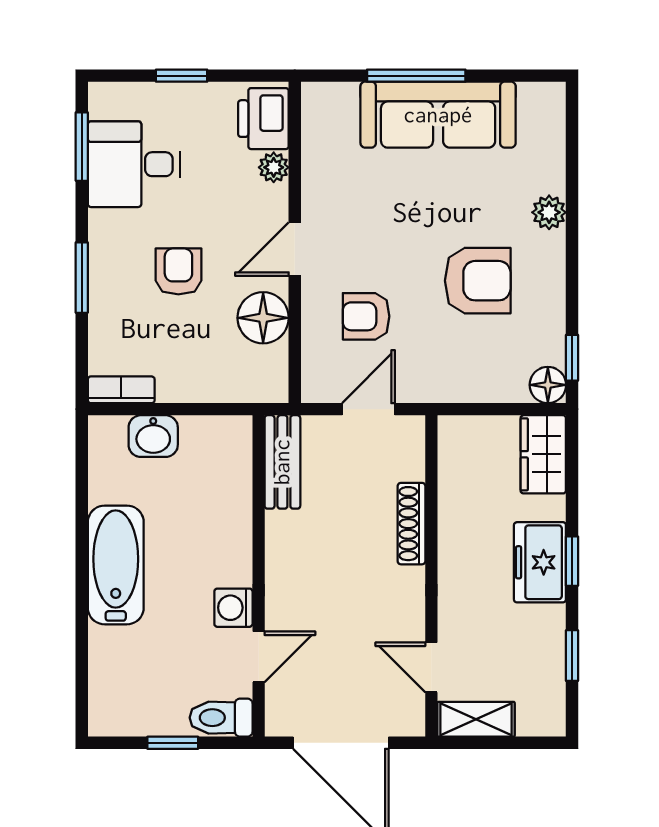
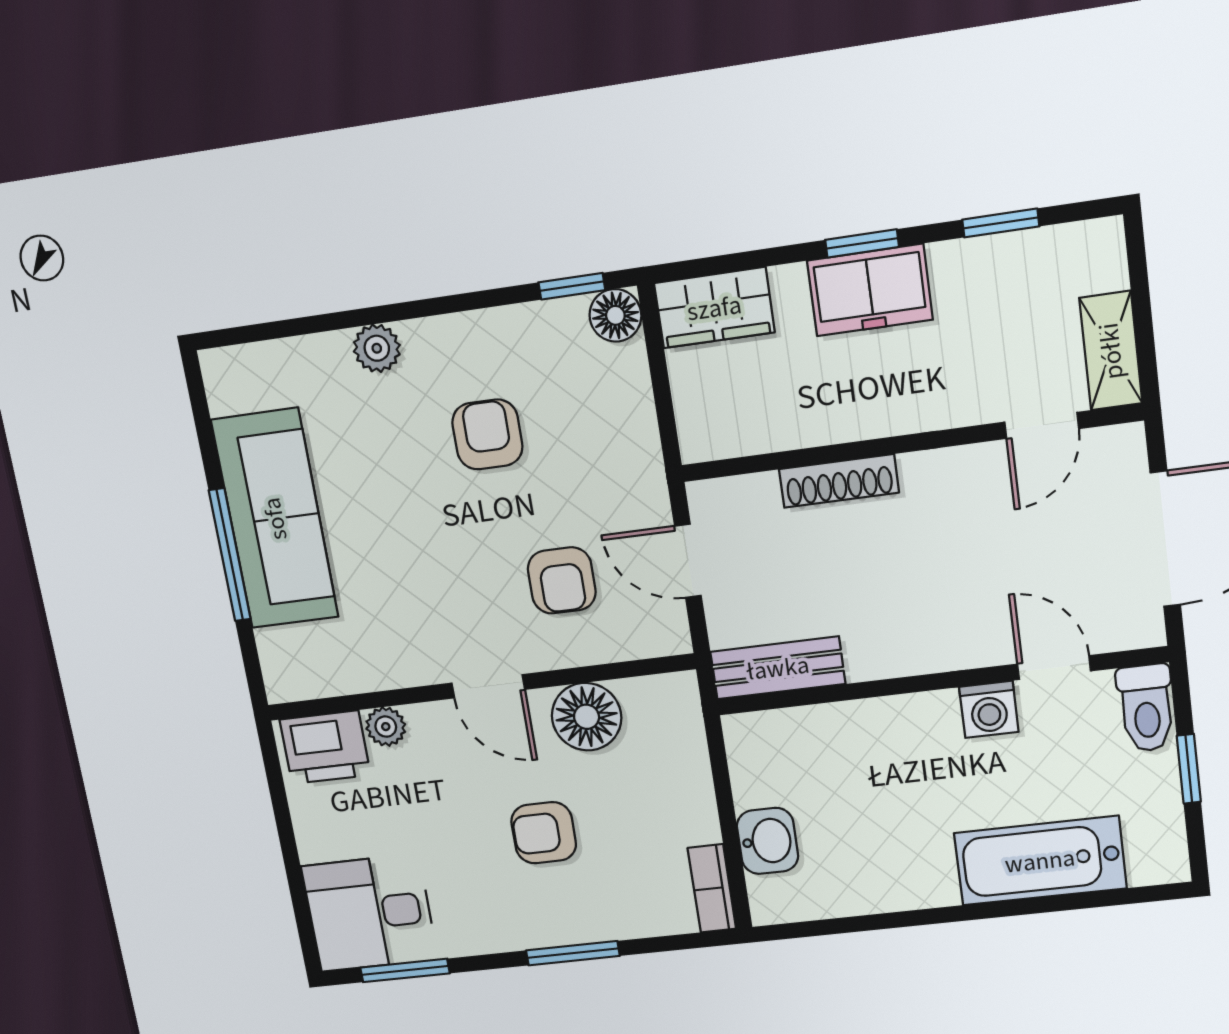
window: (182, 76) -> (291, 857), removed
desk: (134, 164) -> (370, 913), moved, turned 90
armchair: (478, 281) -> (487, 434), width x0.72, depth x0.72
bathtub: (116, 565) -> (1040, 861), moved

